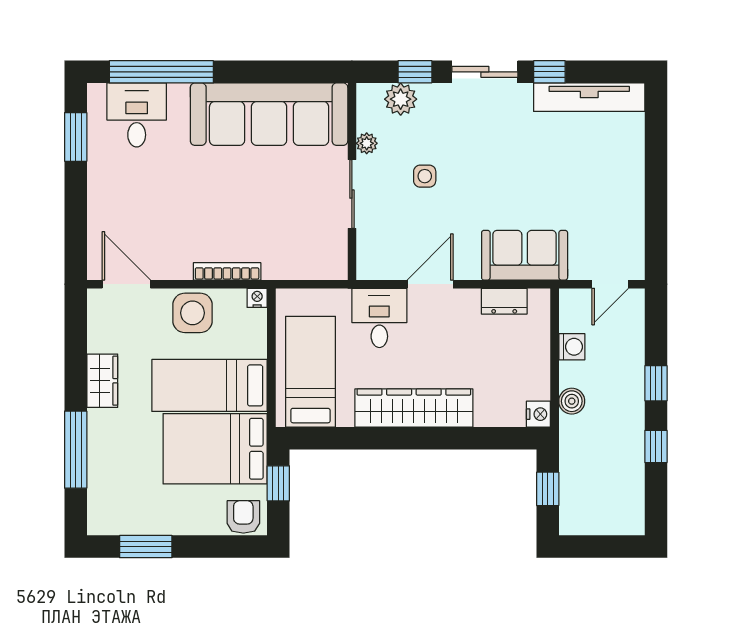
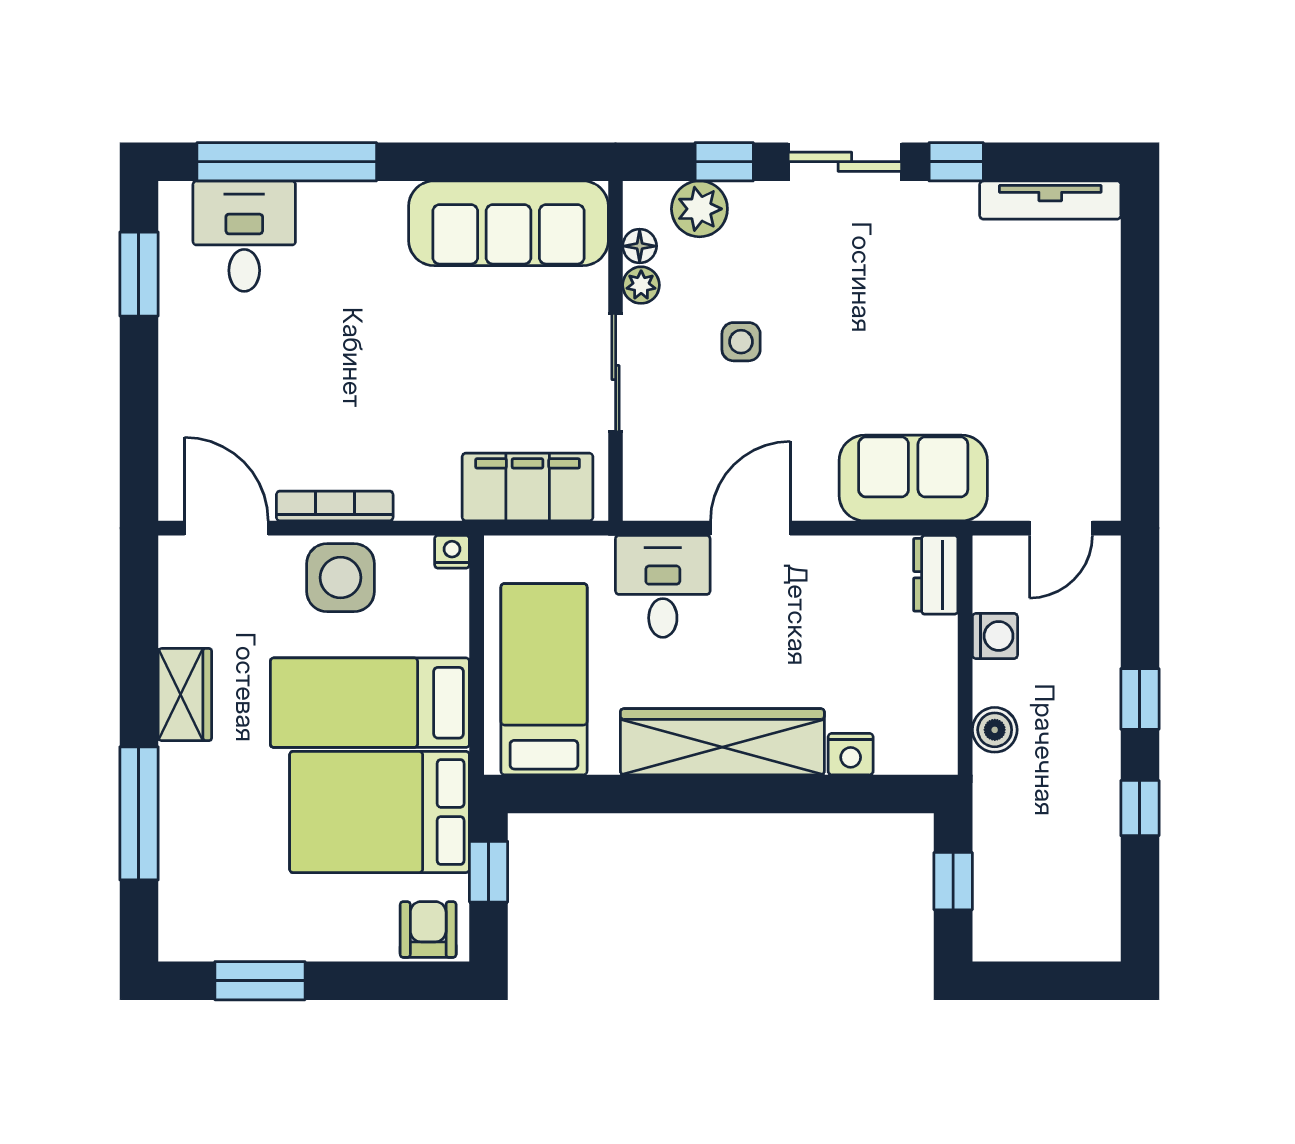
tv unit: (589, 97) -> (1050, 200), width x0.73, depth x0.78
sofa: (269, 114) -> (508, 223), width x0.74, depth x0.79
floor lamp: (366, 121) -> (640, 246), added
filing cabinet: (301, 260) -> (528, 487), added
bookcase: (227, 271) -> (335, 506), moved
dresser: (504, 301) -> (936, 575), moved, turned 90
nightstand: (538, 414) -> (851, 754), moved, turned 90

